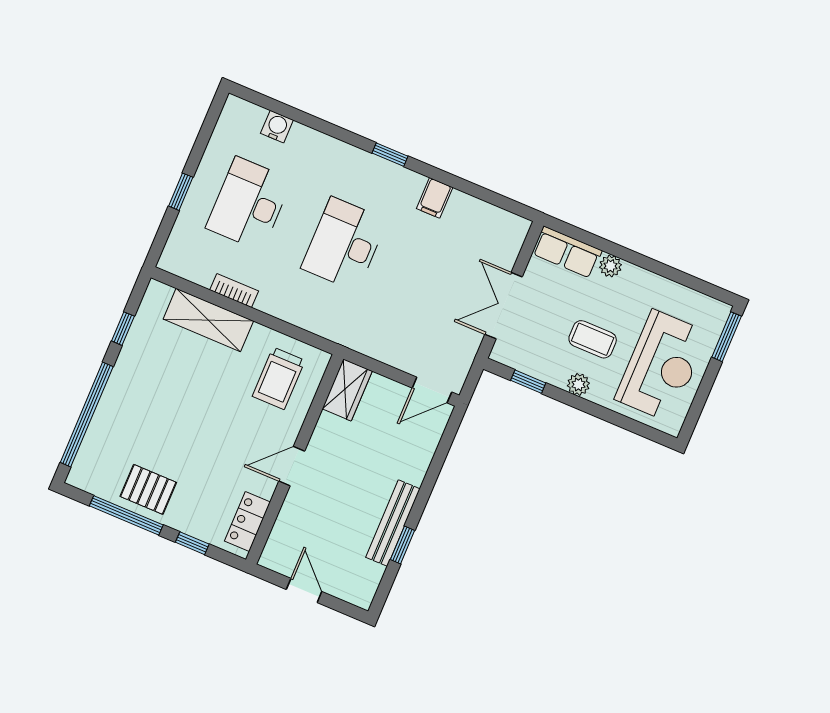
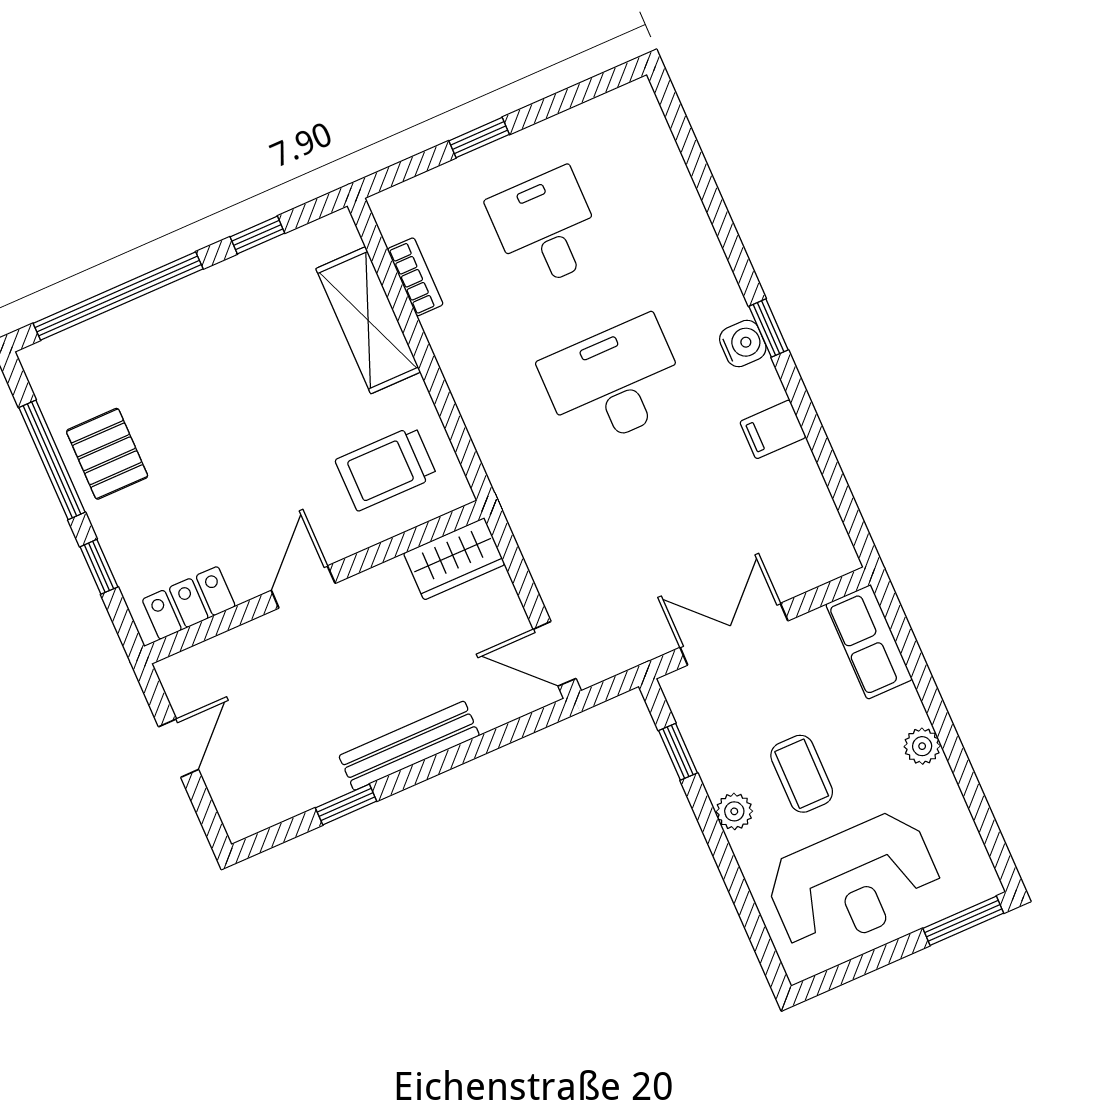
water cooler: (277, 127) -> (743, 343), moved
desk: (249, 204) -> (546, 228), width x0.73
plant: (610, 266) -> (922, 746), moved
bookcase: (234, 290) -> (415, 277), moved
door: (292, 466) -> (303, 587), hinge flipped
bench: (393, 523) -> (409, 746), moved

